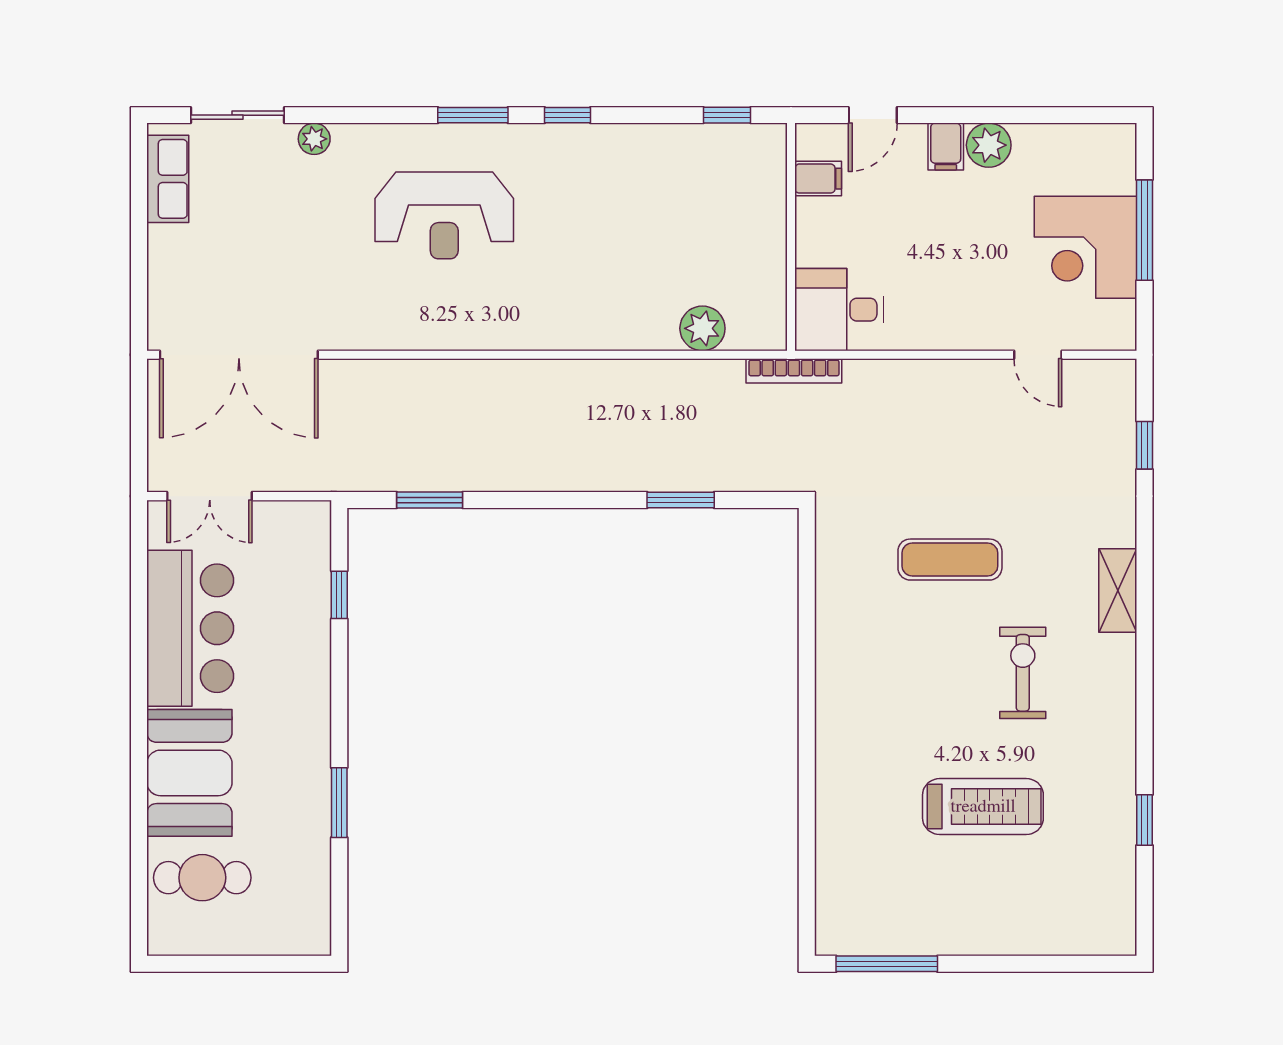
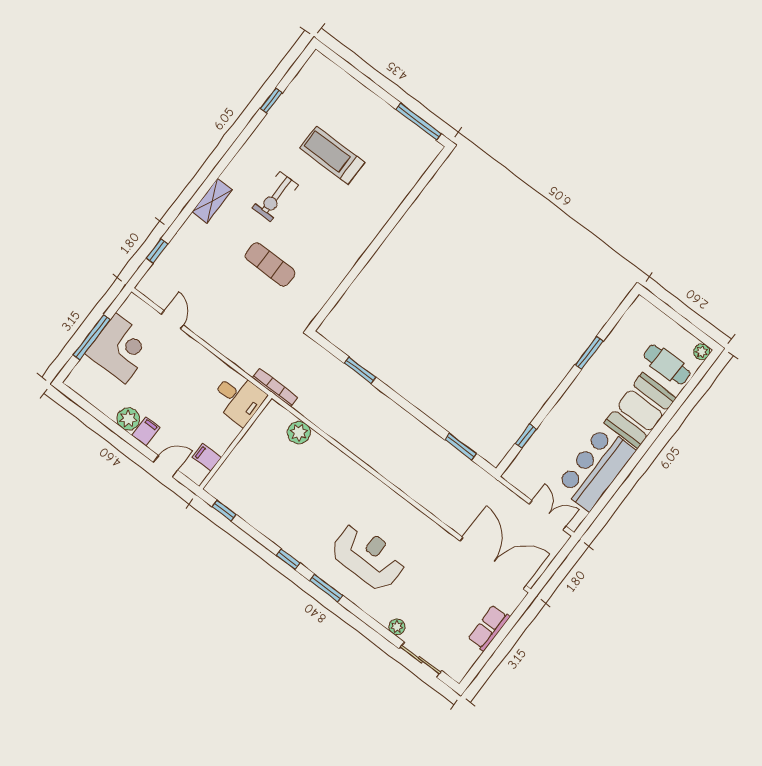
row of seats: (168, 179) -> (489, 628), moved
plant: (163, 939) -> (702, 352), added

